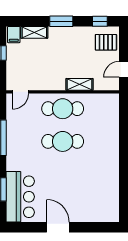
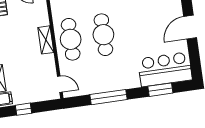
shelving: (79, 84) -> (46, 40), moved

